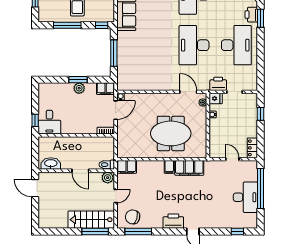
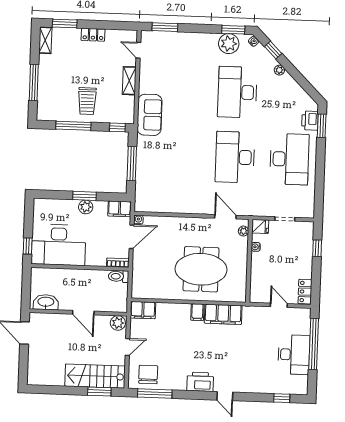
printer: (218, 84) -> (264, 208), removed
desk: (49, 122) -> (59, 245), width x1.87, depth x1.30
toilet: (107, 165) -> (119, 276), moved
chair: (133, 217) -> (148, 375), turned 75
window: (95, 232) -> (99, 391), width x0.69

